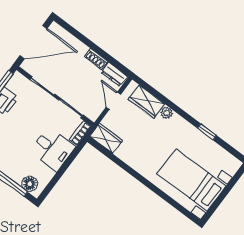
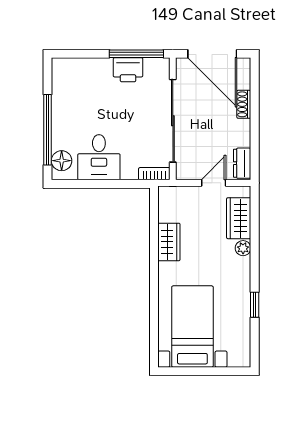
shoe rack: (96, 59) -> (244, 104), moved
wardrobe: (106, 138) -> (169, 242), moved
desk: (53, 149) -> (99, 157), moved

